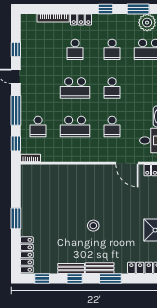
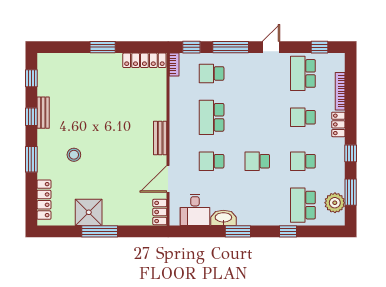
window: (16, 49) -> (319, 47), moved
school desk: (75, 88) -> (303, 73), moved
stool: (93, 226) -> (74, 155), moved
locker: (27, 255) -> (144, 60), moved
bench: (100, 268) -> (160, 138), moved

